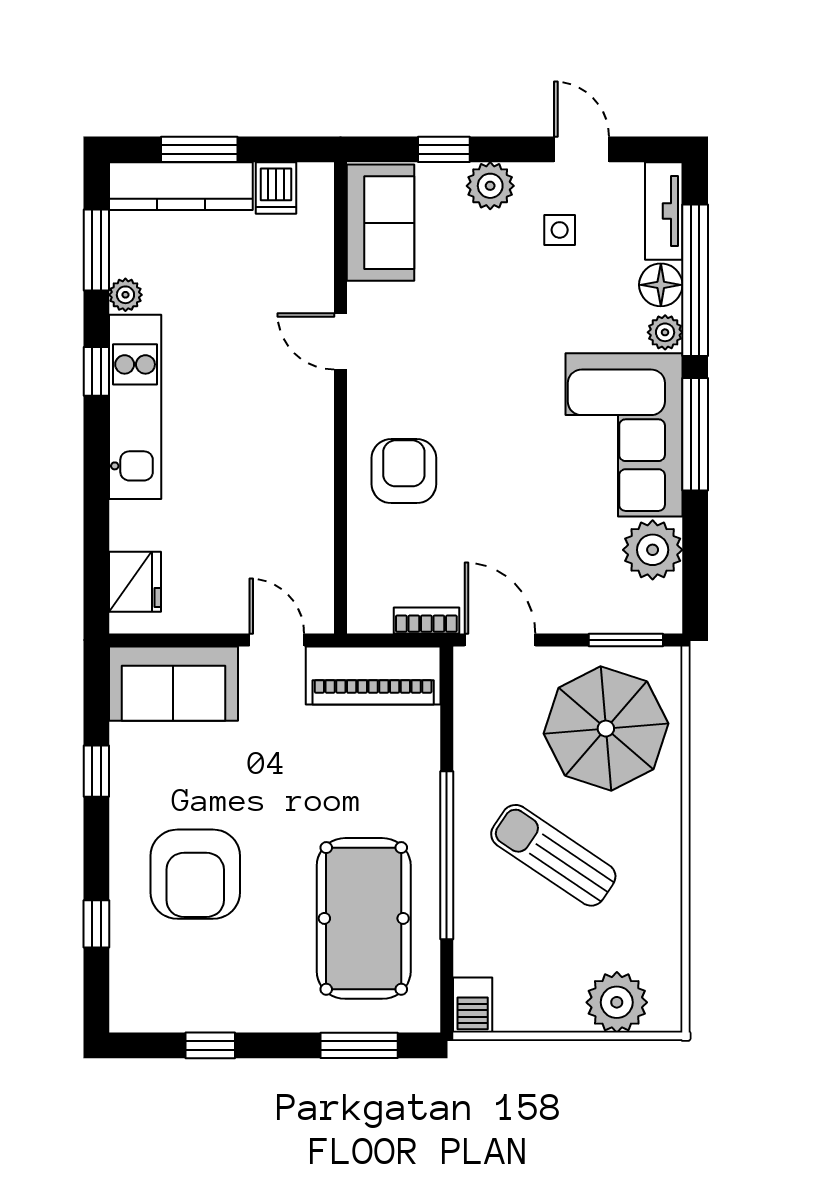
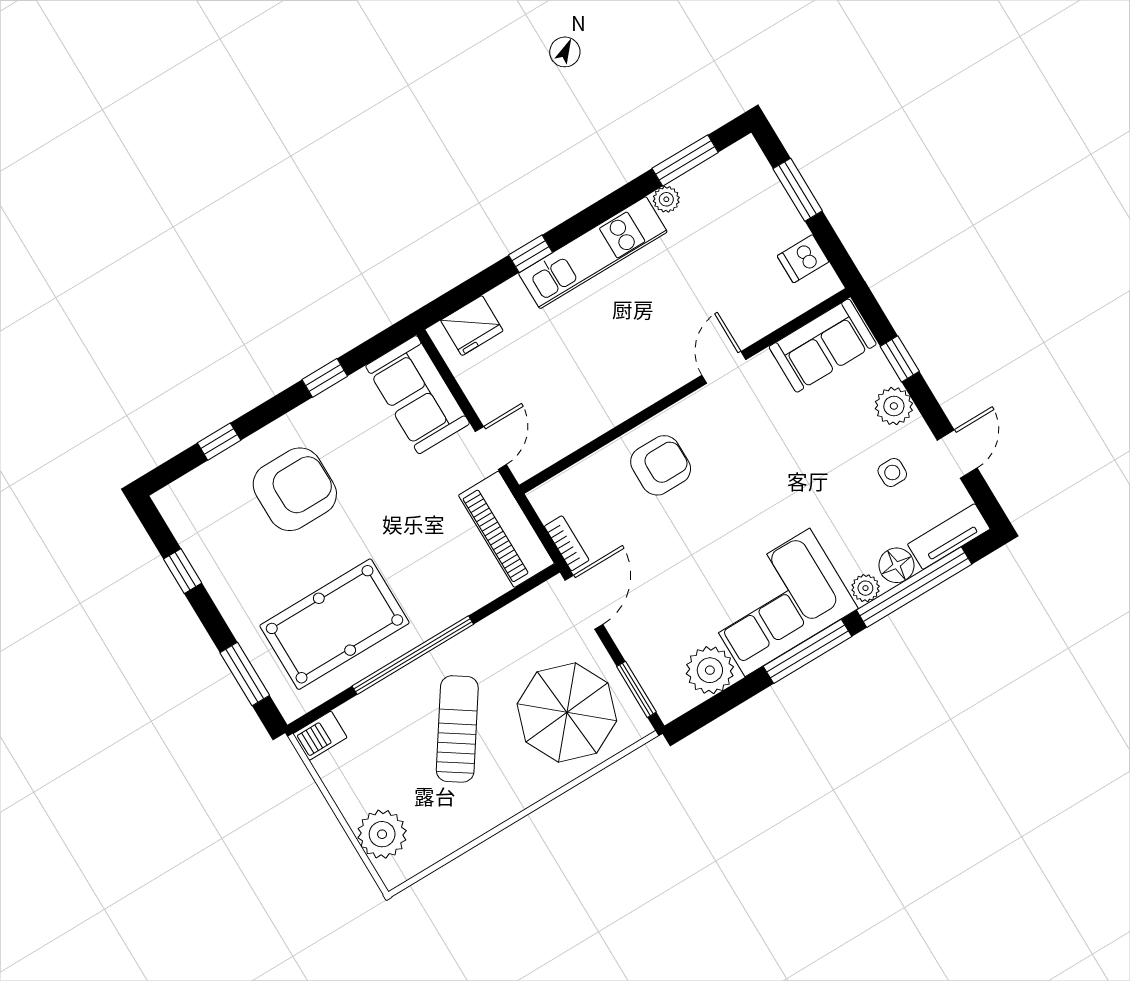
kitchen counter: (181, 186) -> (765, 192), removed
window: (96, 371) -> (531, 254), moved
armchair: (195, 874) -> (295, 489), turned 180

